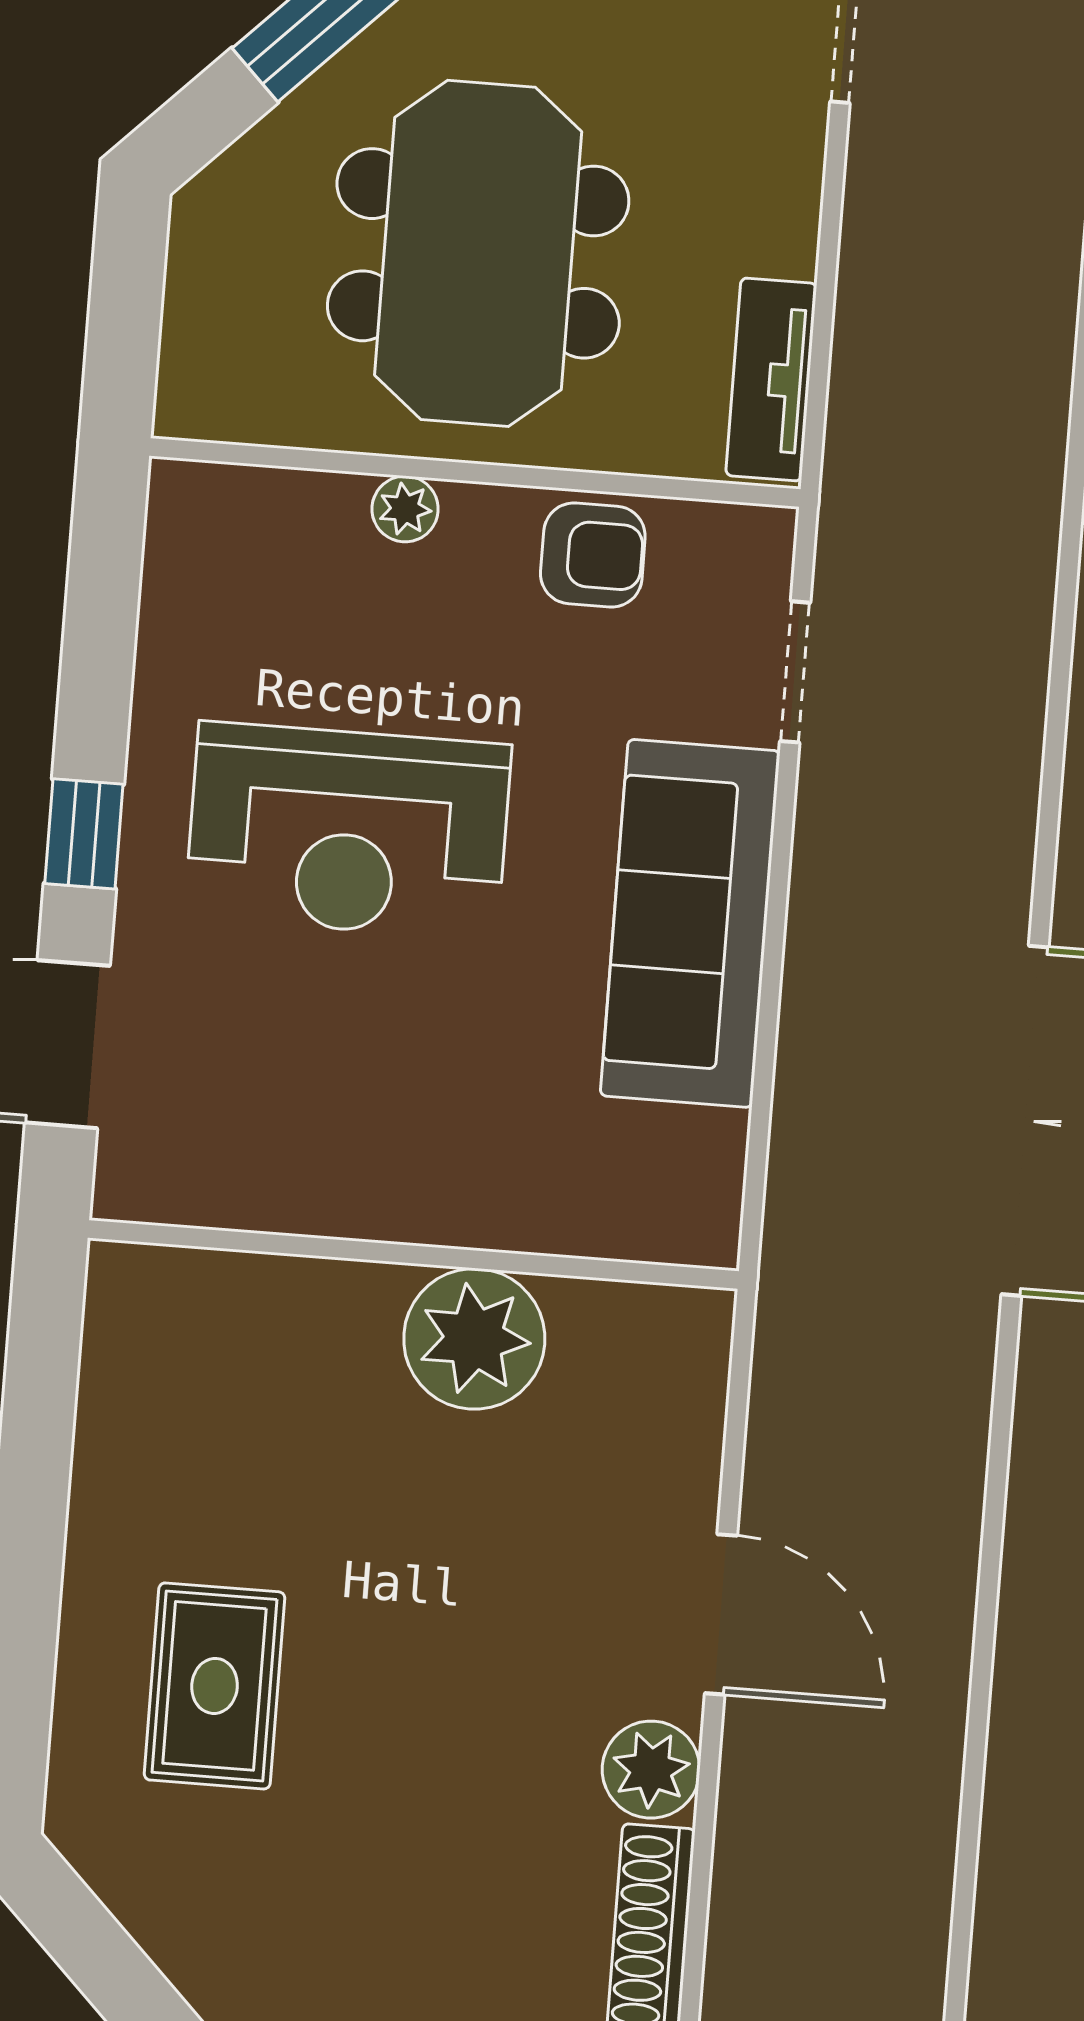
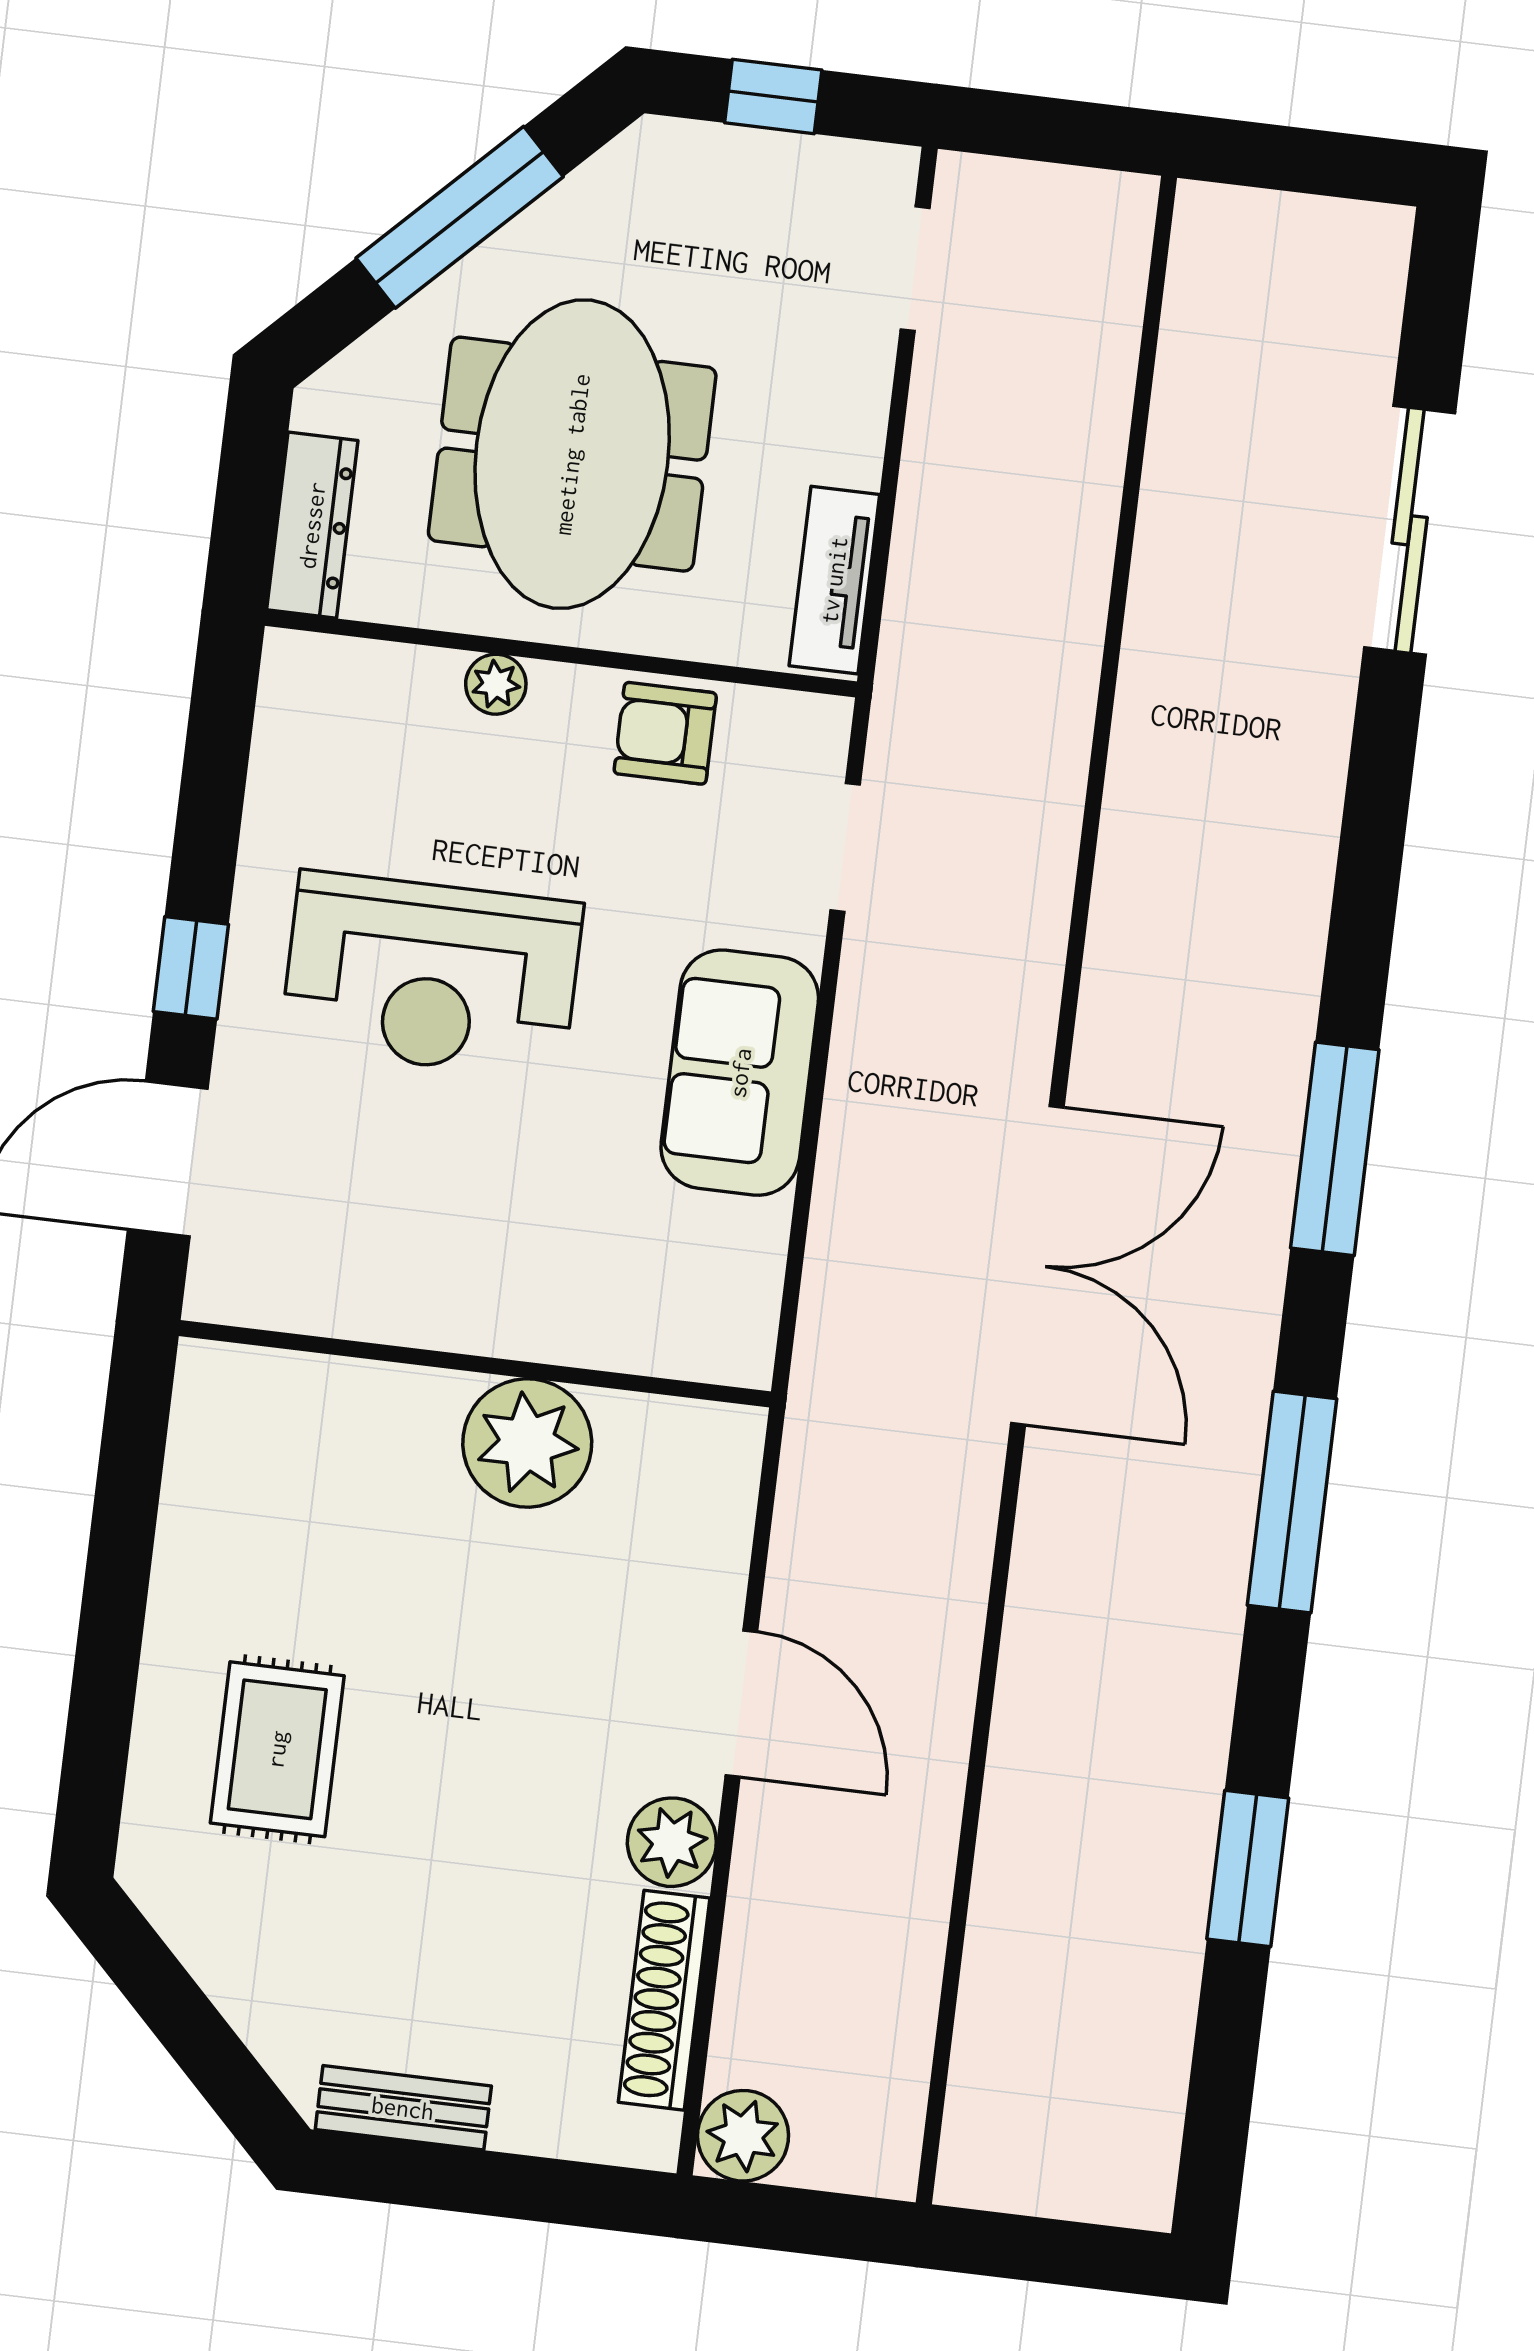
dresser: (197, 343) -> (312, 525), added
armchair: (593, 555) -> (665, 733), turned 180
sofa: (690, 923) -> (740, 1073), width x0.73

